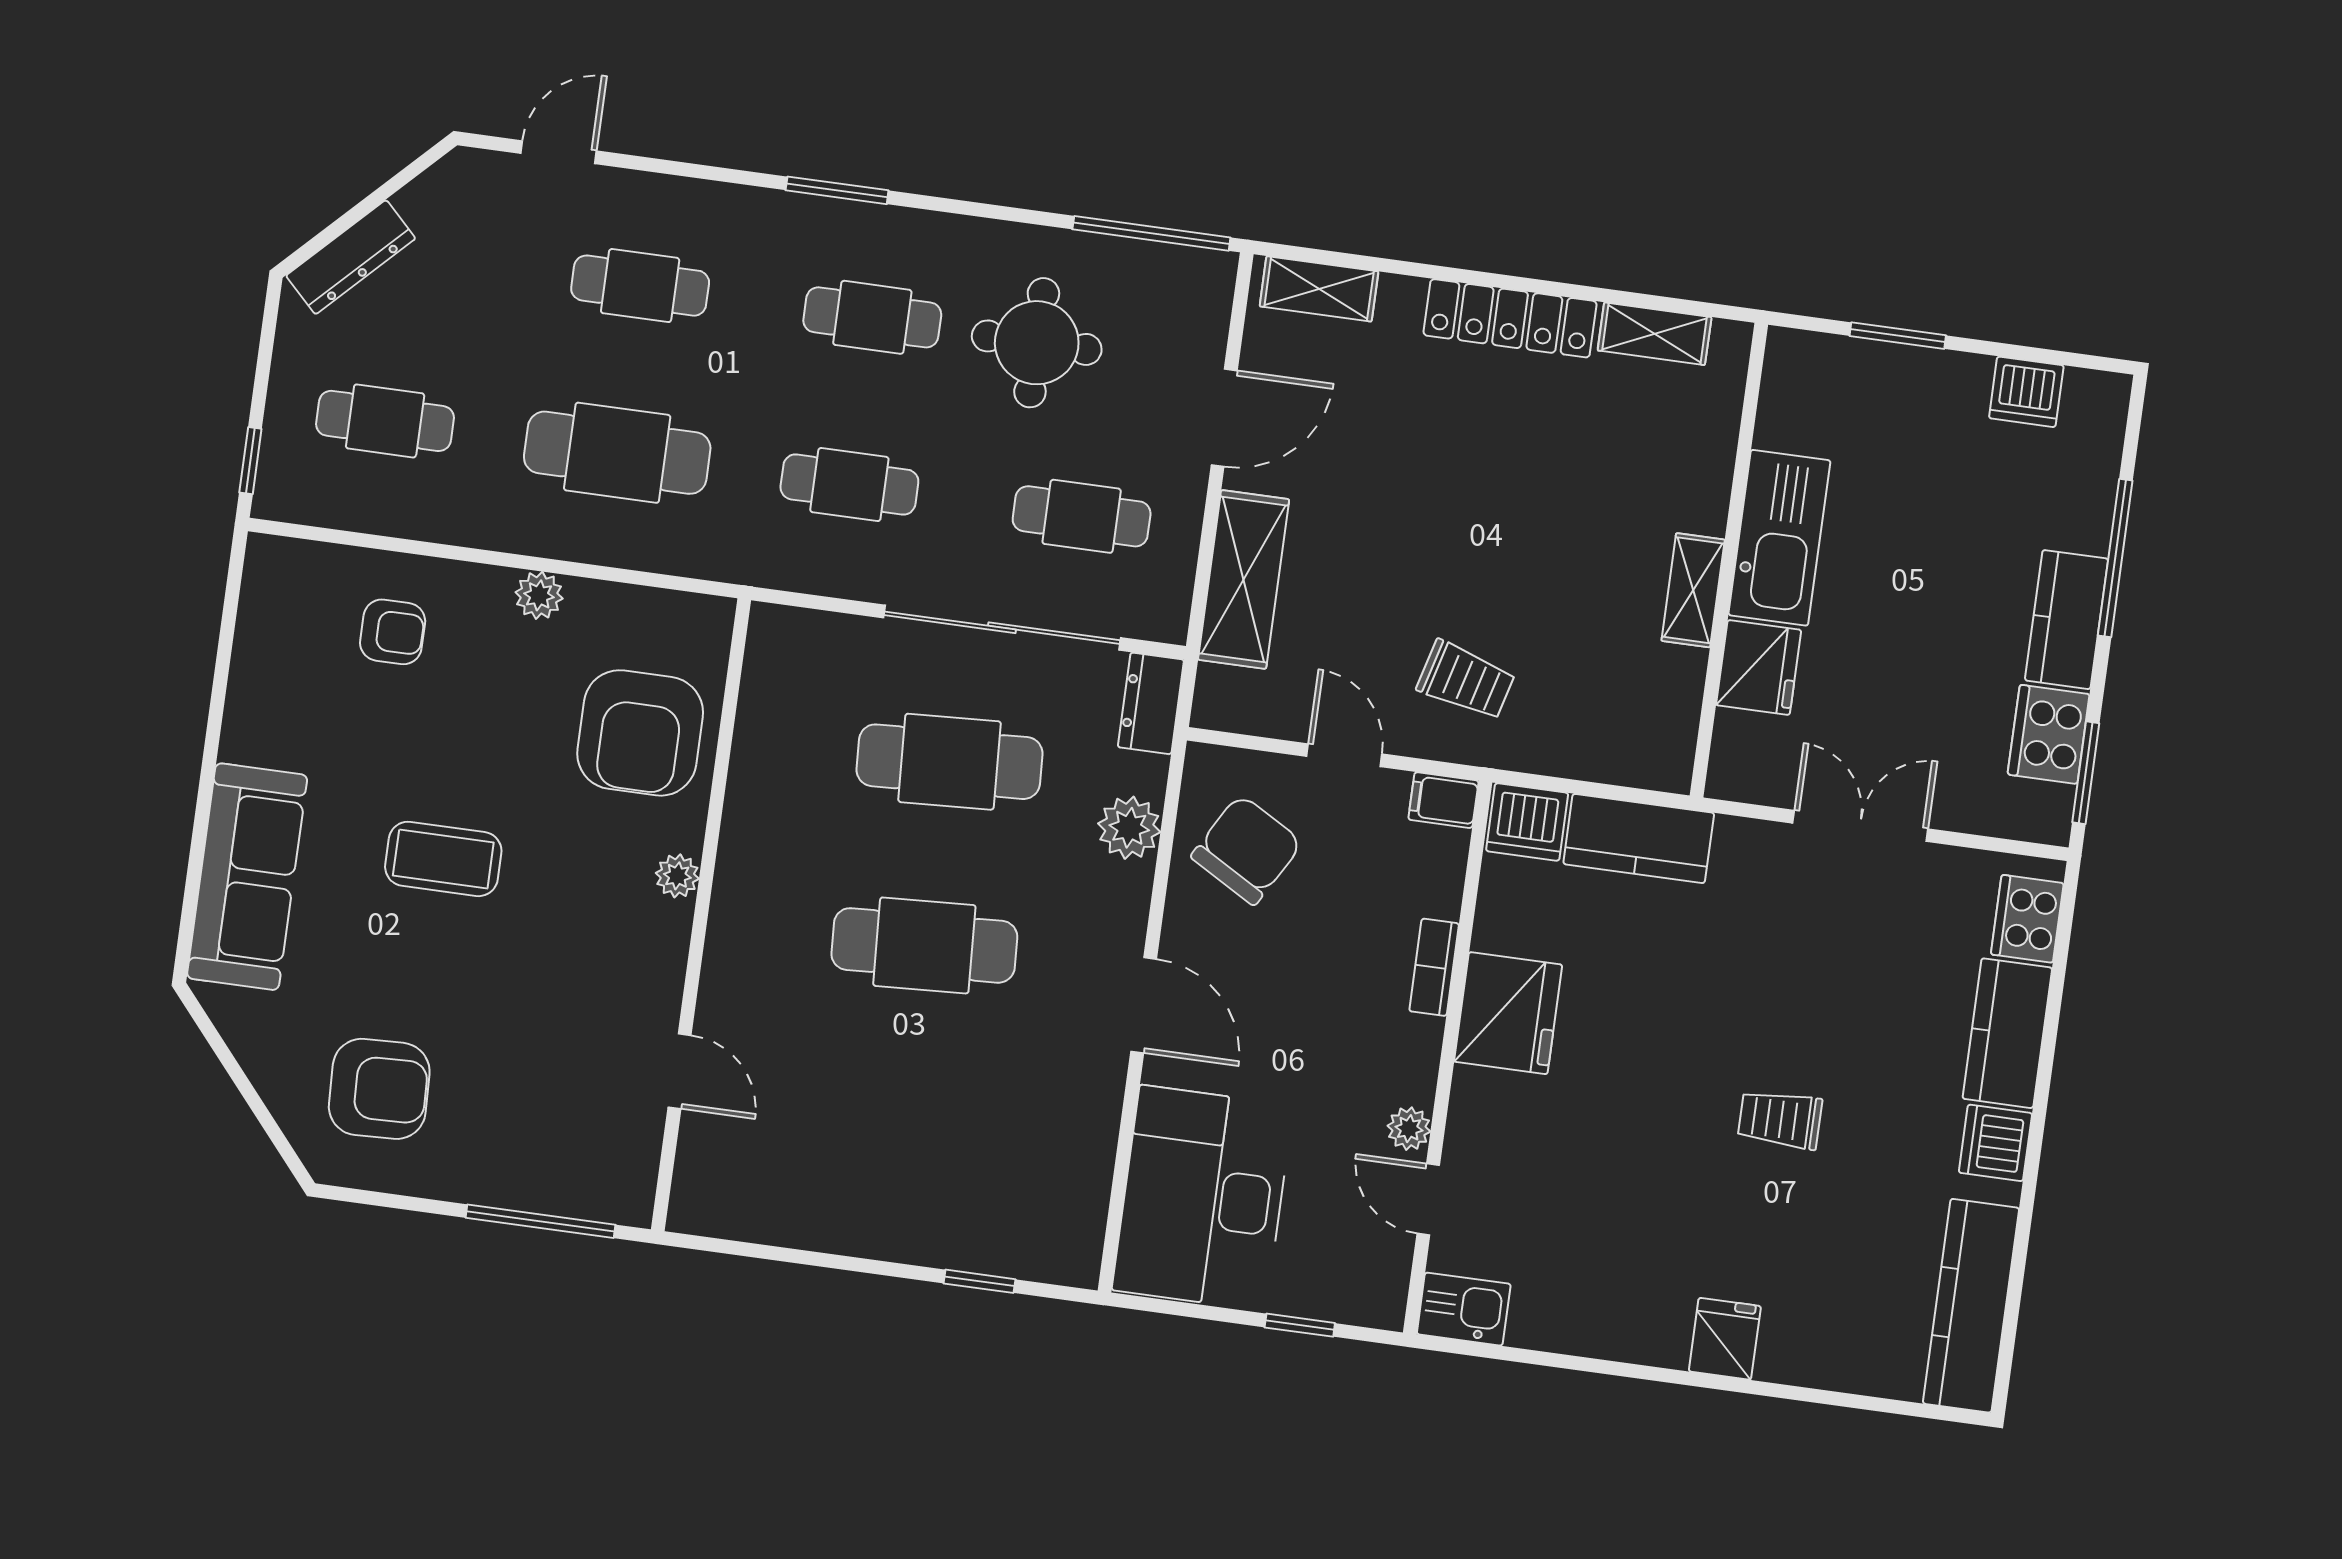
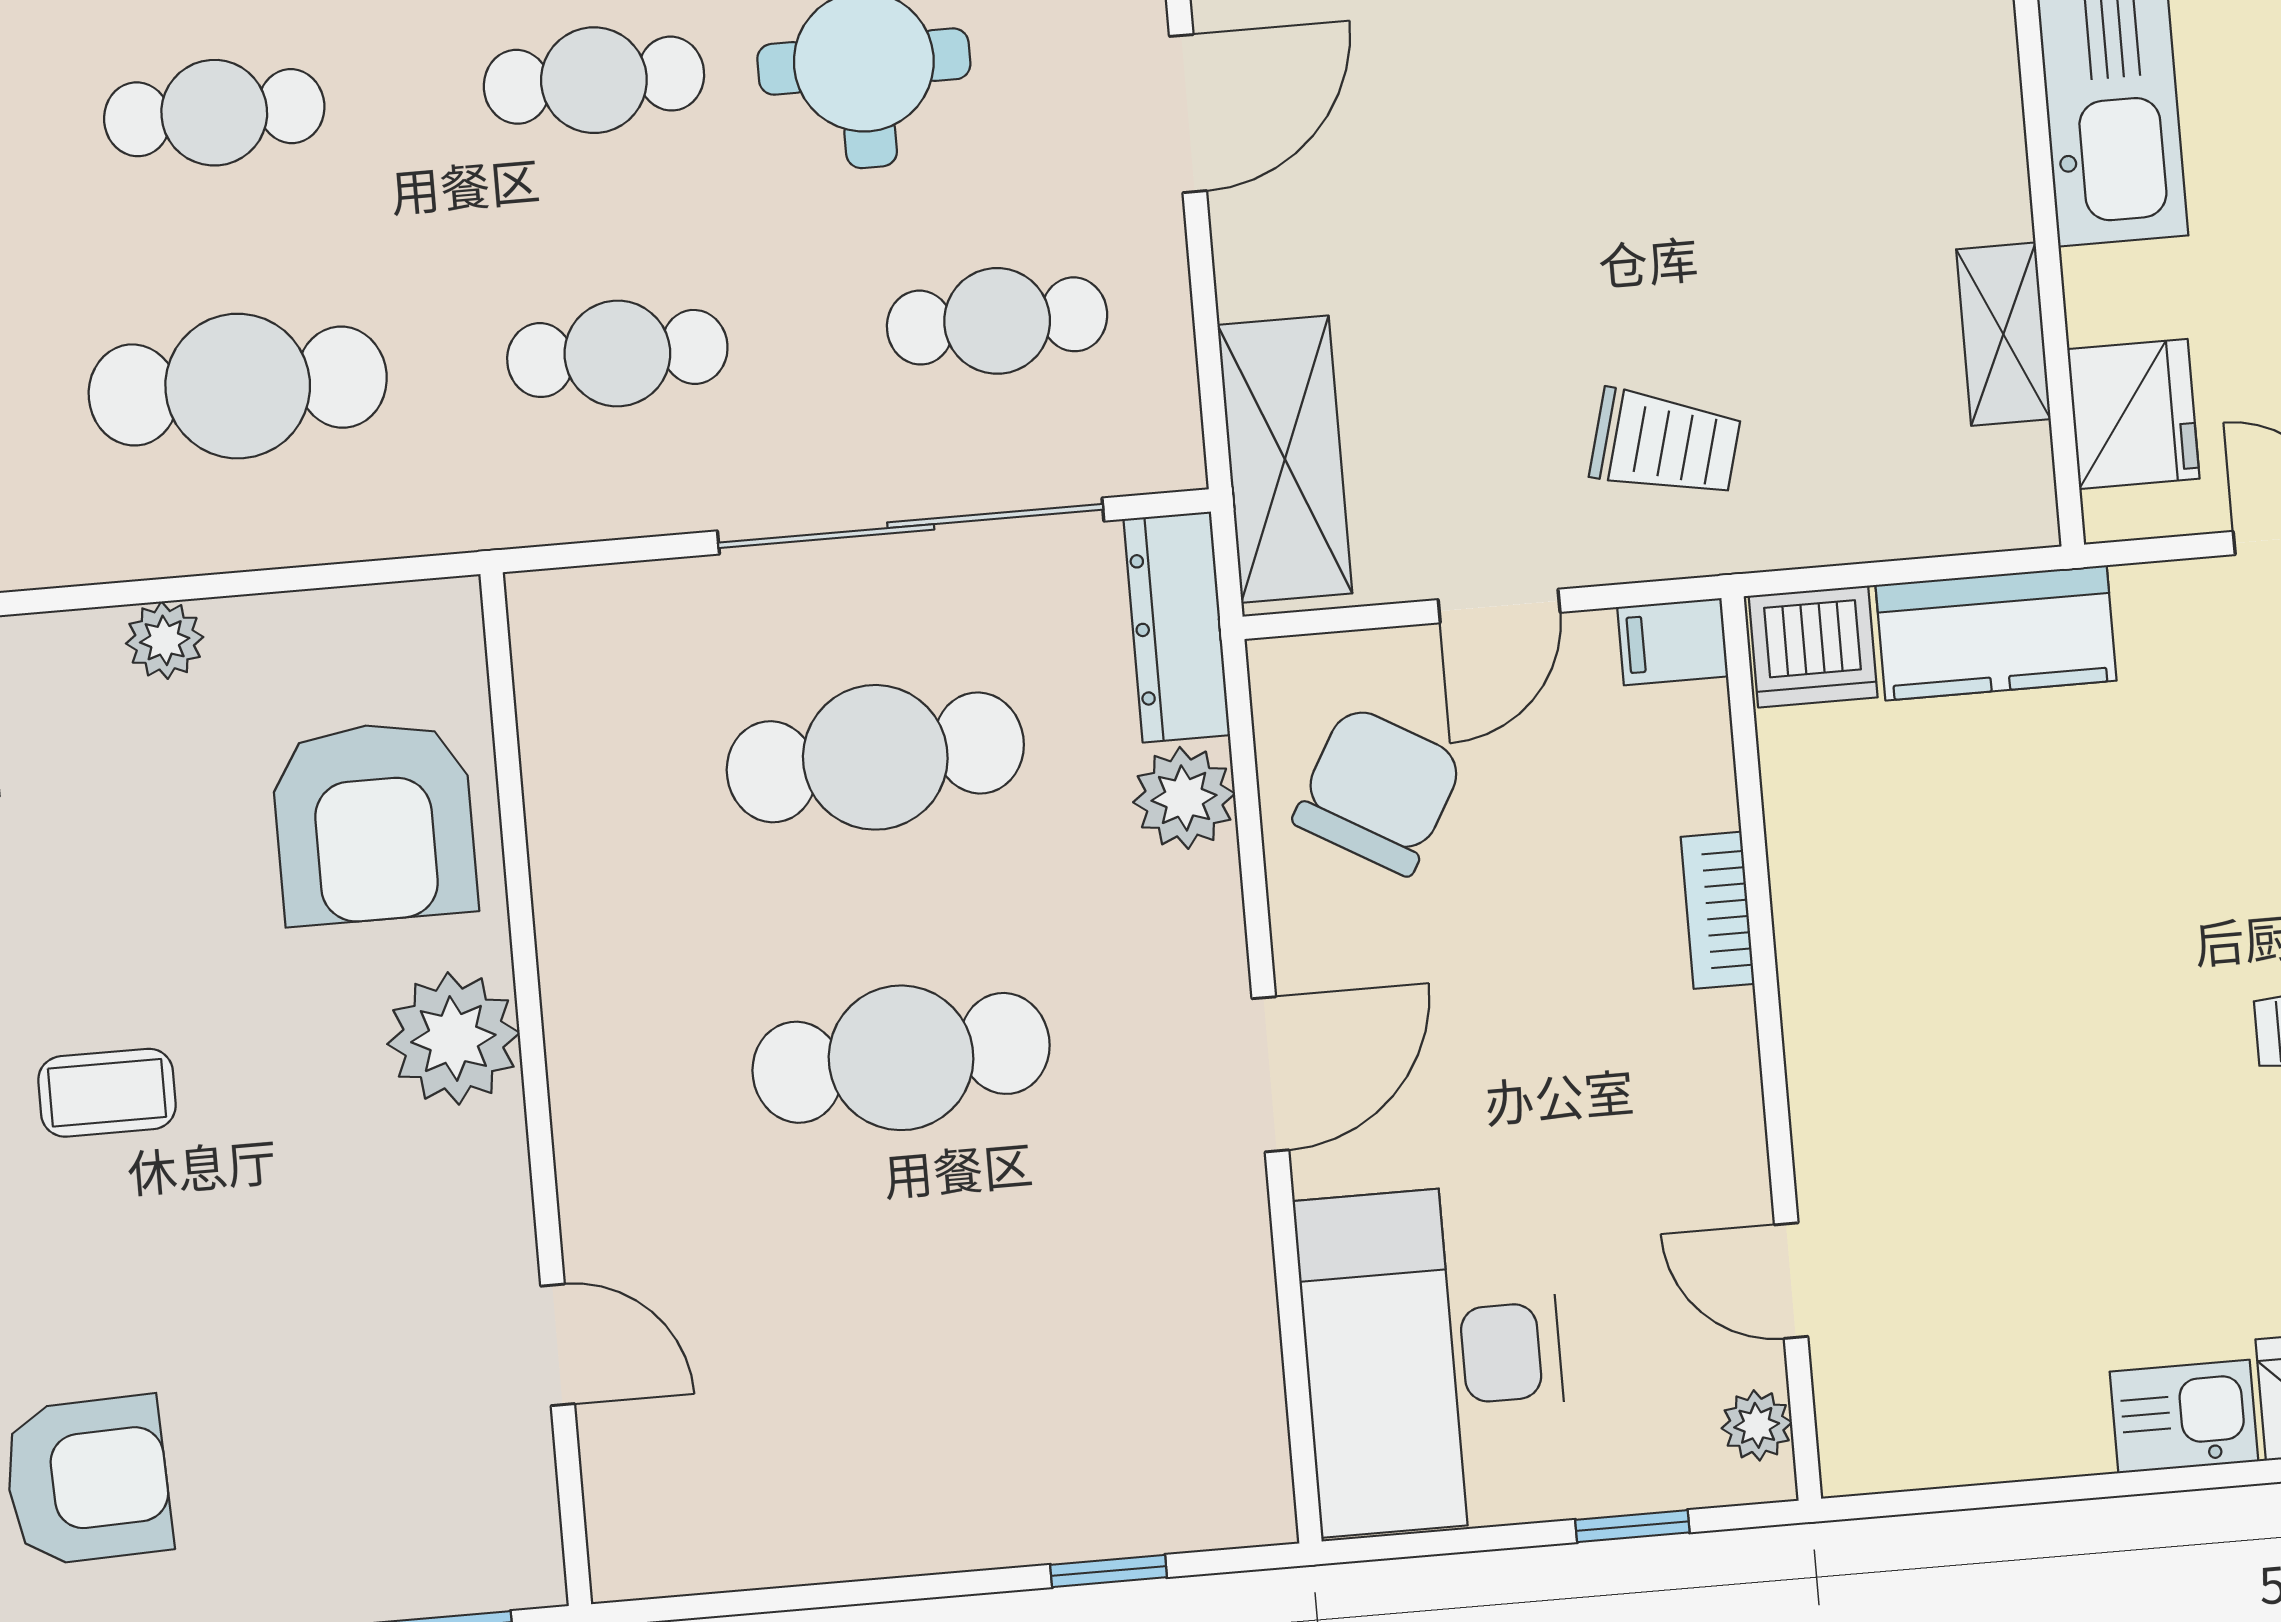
shelving: (1244, 579) -> (1285, 459), moved
shelving: (1693, 590) -> (2003, 334), moved
fridge: (1759, 667) -> (2133, 414), moved
dresser: (1151, 703) -> (1177, 627), width x1.44
door: (1344, 755) -> (1499, 606), swing flipped
coffee table: (443, 859) -> (107, 1093), width x0.73, depth x0.77
plant: (677, 876) -> (453, 1038), width x1.87, depth x1.87
door: (1144, 1005) -> (1270, 1074), hinge flipped
fridge: (1508, 1013) -> (1851, 957), removed
plant: (1409, 1129) -> (1757, 1425), moved
kitchen sink: (1464, 1309) -> (2184, 1416), moved

